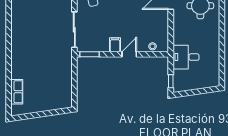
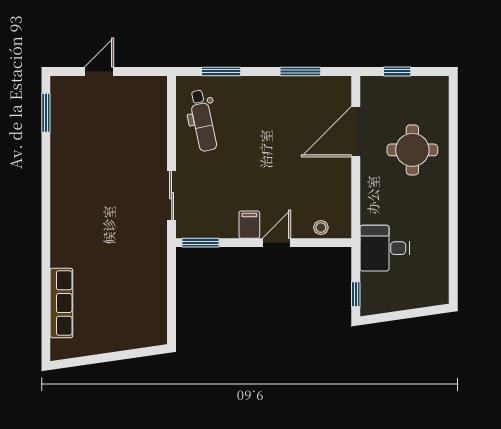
sliding door: (74, 30) -> (172, 196), width x0.73
row of seats: (17, 92) -> (61, 303), width x1.48

